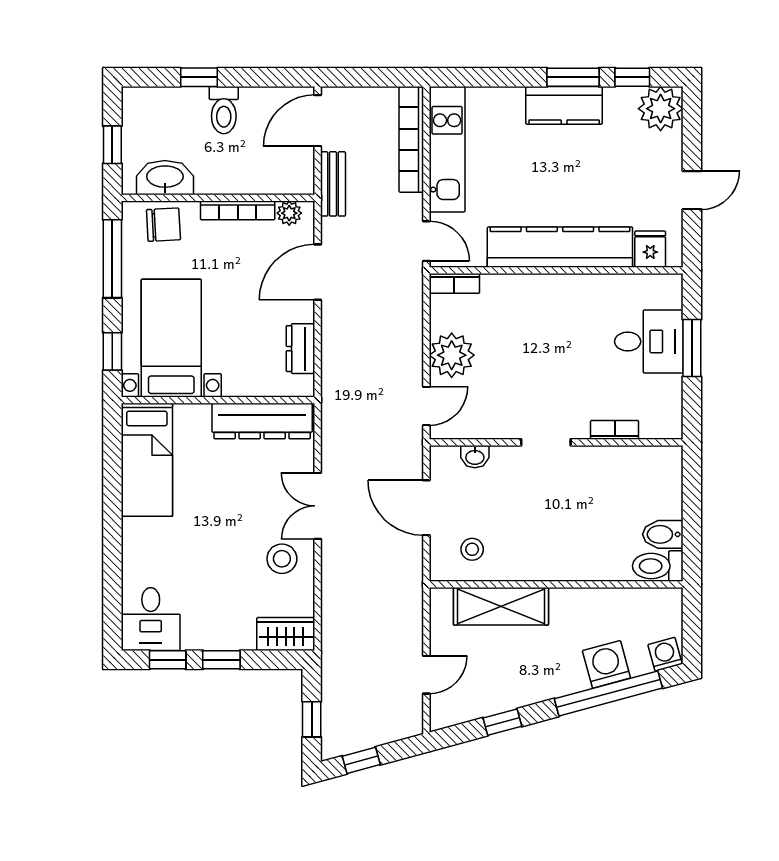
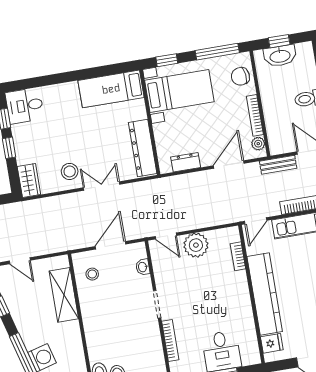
washbasin: (165, 178) -> (280, 56), moved, turned 90
chair: (163, 225) -> (240, 76), turned 86
door: (318, 272) -> (229, 165), hinge flipped
bookcase: (454, 283) -> (238, 256), moved
bookcase: (615, 430) -> (170, 341), width x1.56

